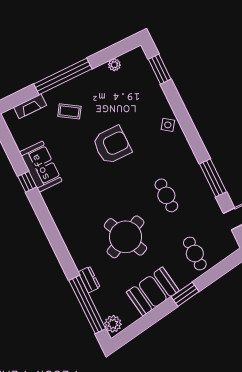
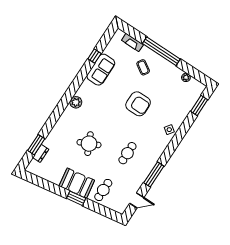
window: (27, 182) -> (94, 56), moved
round table: (125, 237) -> (89, 144), width x0.73, depth x0.73
dresser: (89, 280) -> (41, 153), moved
booth: (153, 291) -> (77, 183), moved
window: (87, 305) -> (36, 145), width x0.47
plant: (113, 324) -> (76, 102), moved

